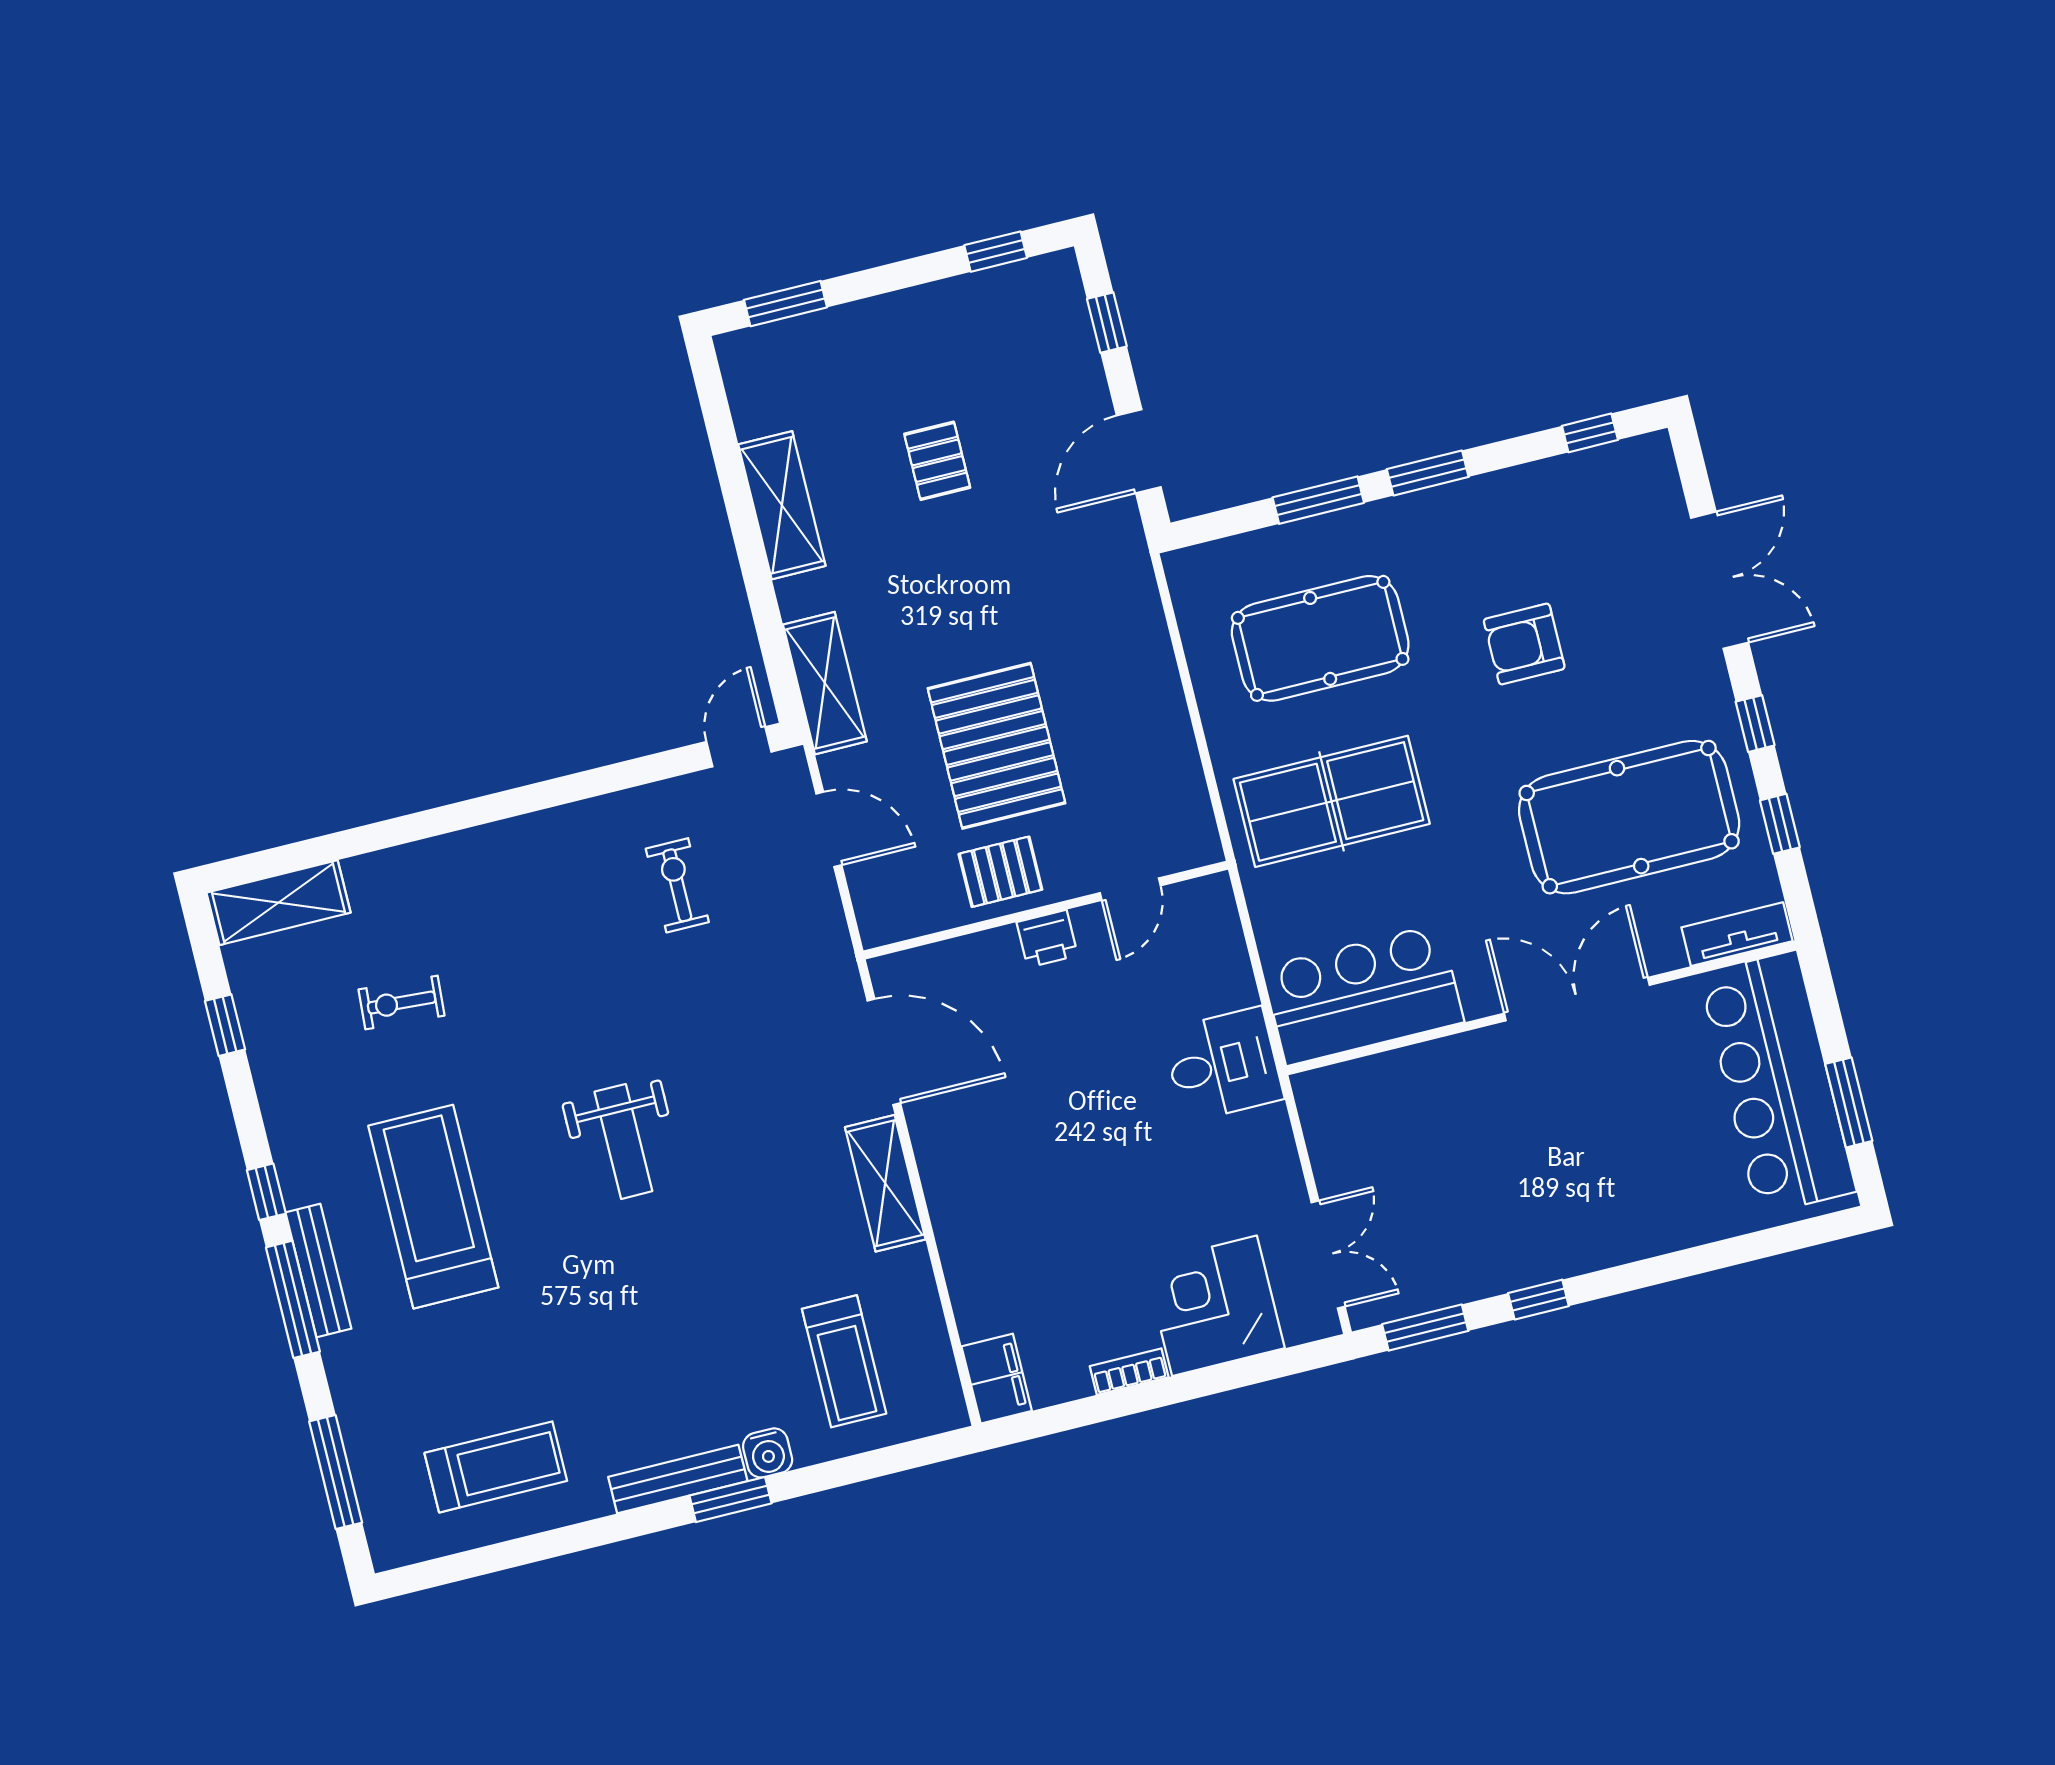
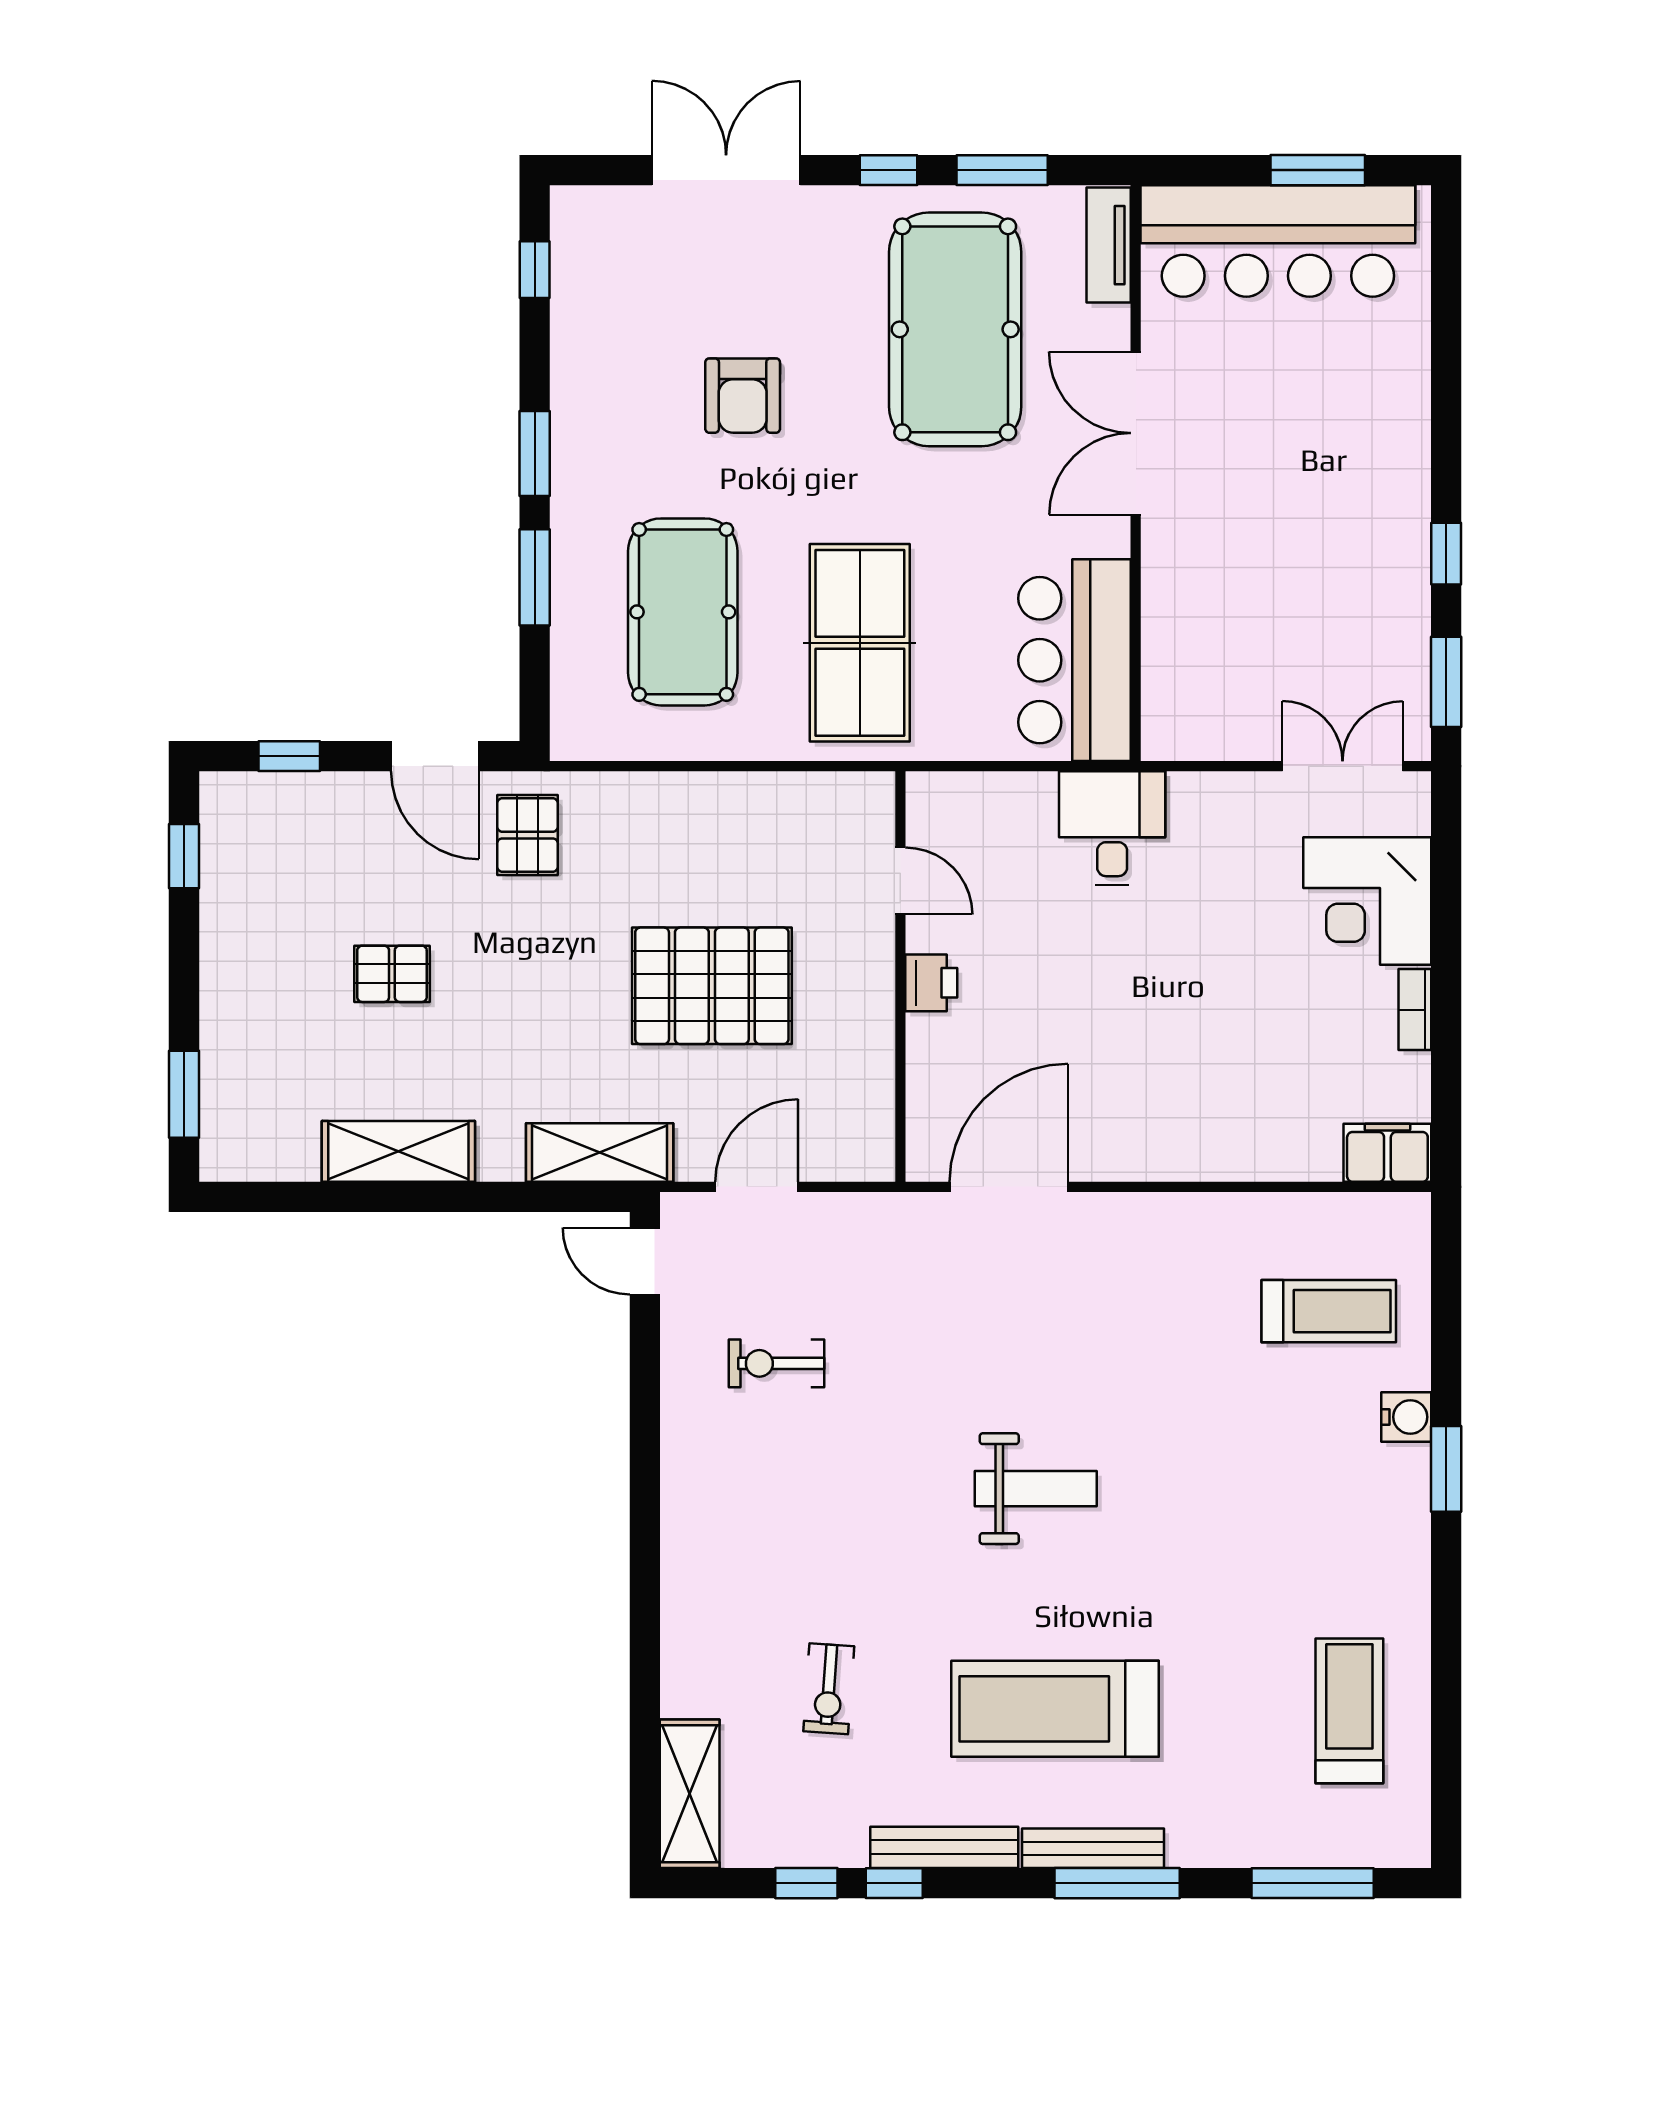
window: (1780, 824) -> (1002, 170), width x1.50
pallet: (1000, 872) -> (528, 835), moved
shelving: (885, 1183) -> (1149, 1220), removed
window: (266, 1192) -> (894, 1883), moved
bench: (678, 1479) -> (944, 1847), moved, turned 90

